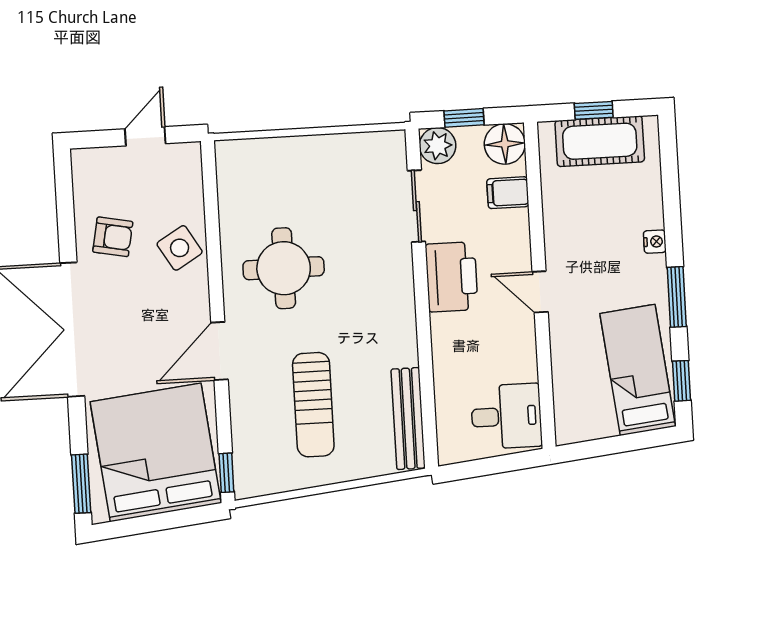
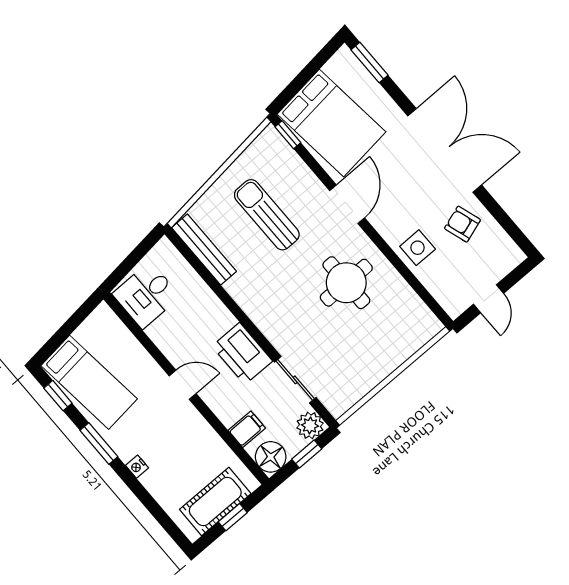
armchair: (113, 237) -> (462, 224), turned 61
side table: (180, 248) -> (418, 248), turned 31
bed: (156, 452) -> (332, 123), width x0.73

